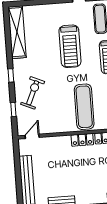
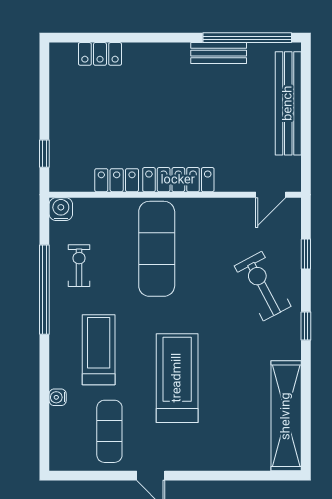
exercise bike: (33, 93) -> (263, 286), turned 128
locker: (82, 140) -> (178, 180), width x1.53

